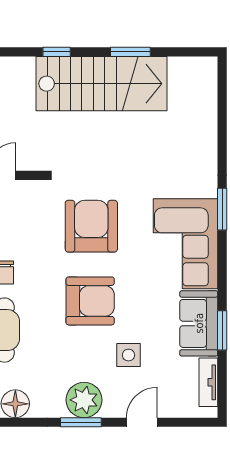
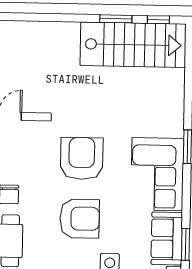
window: (57, 52) -> (158, 20), moved
stairs: (101, 84) -> (133, 45), moved

